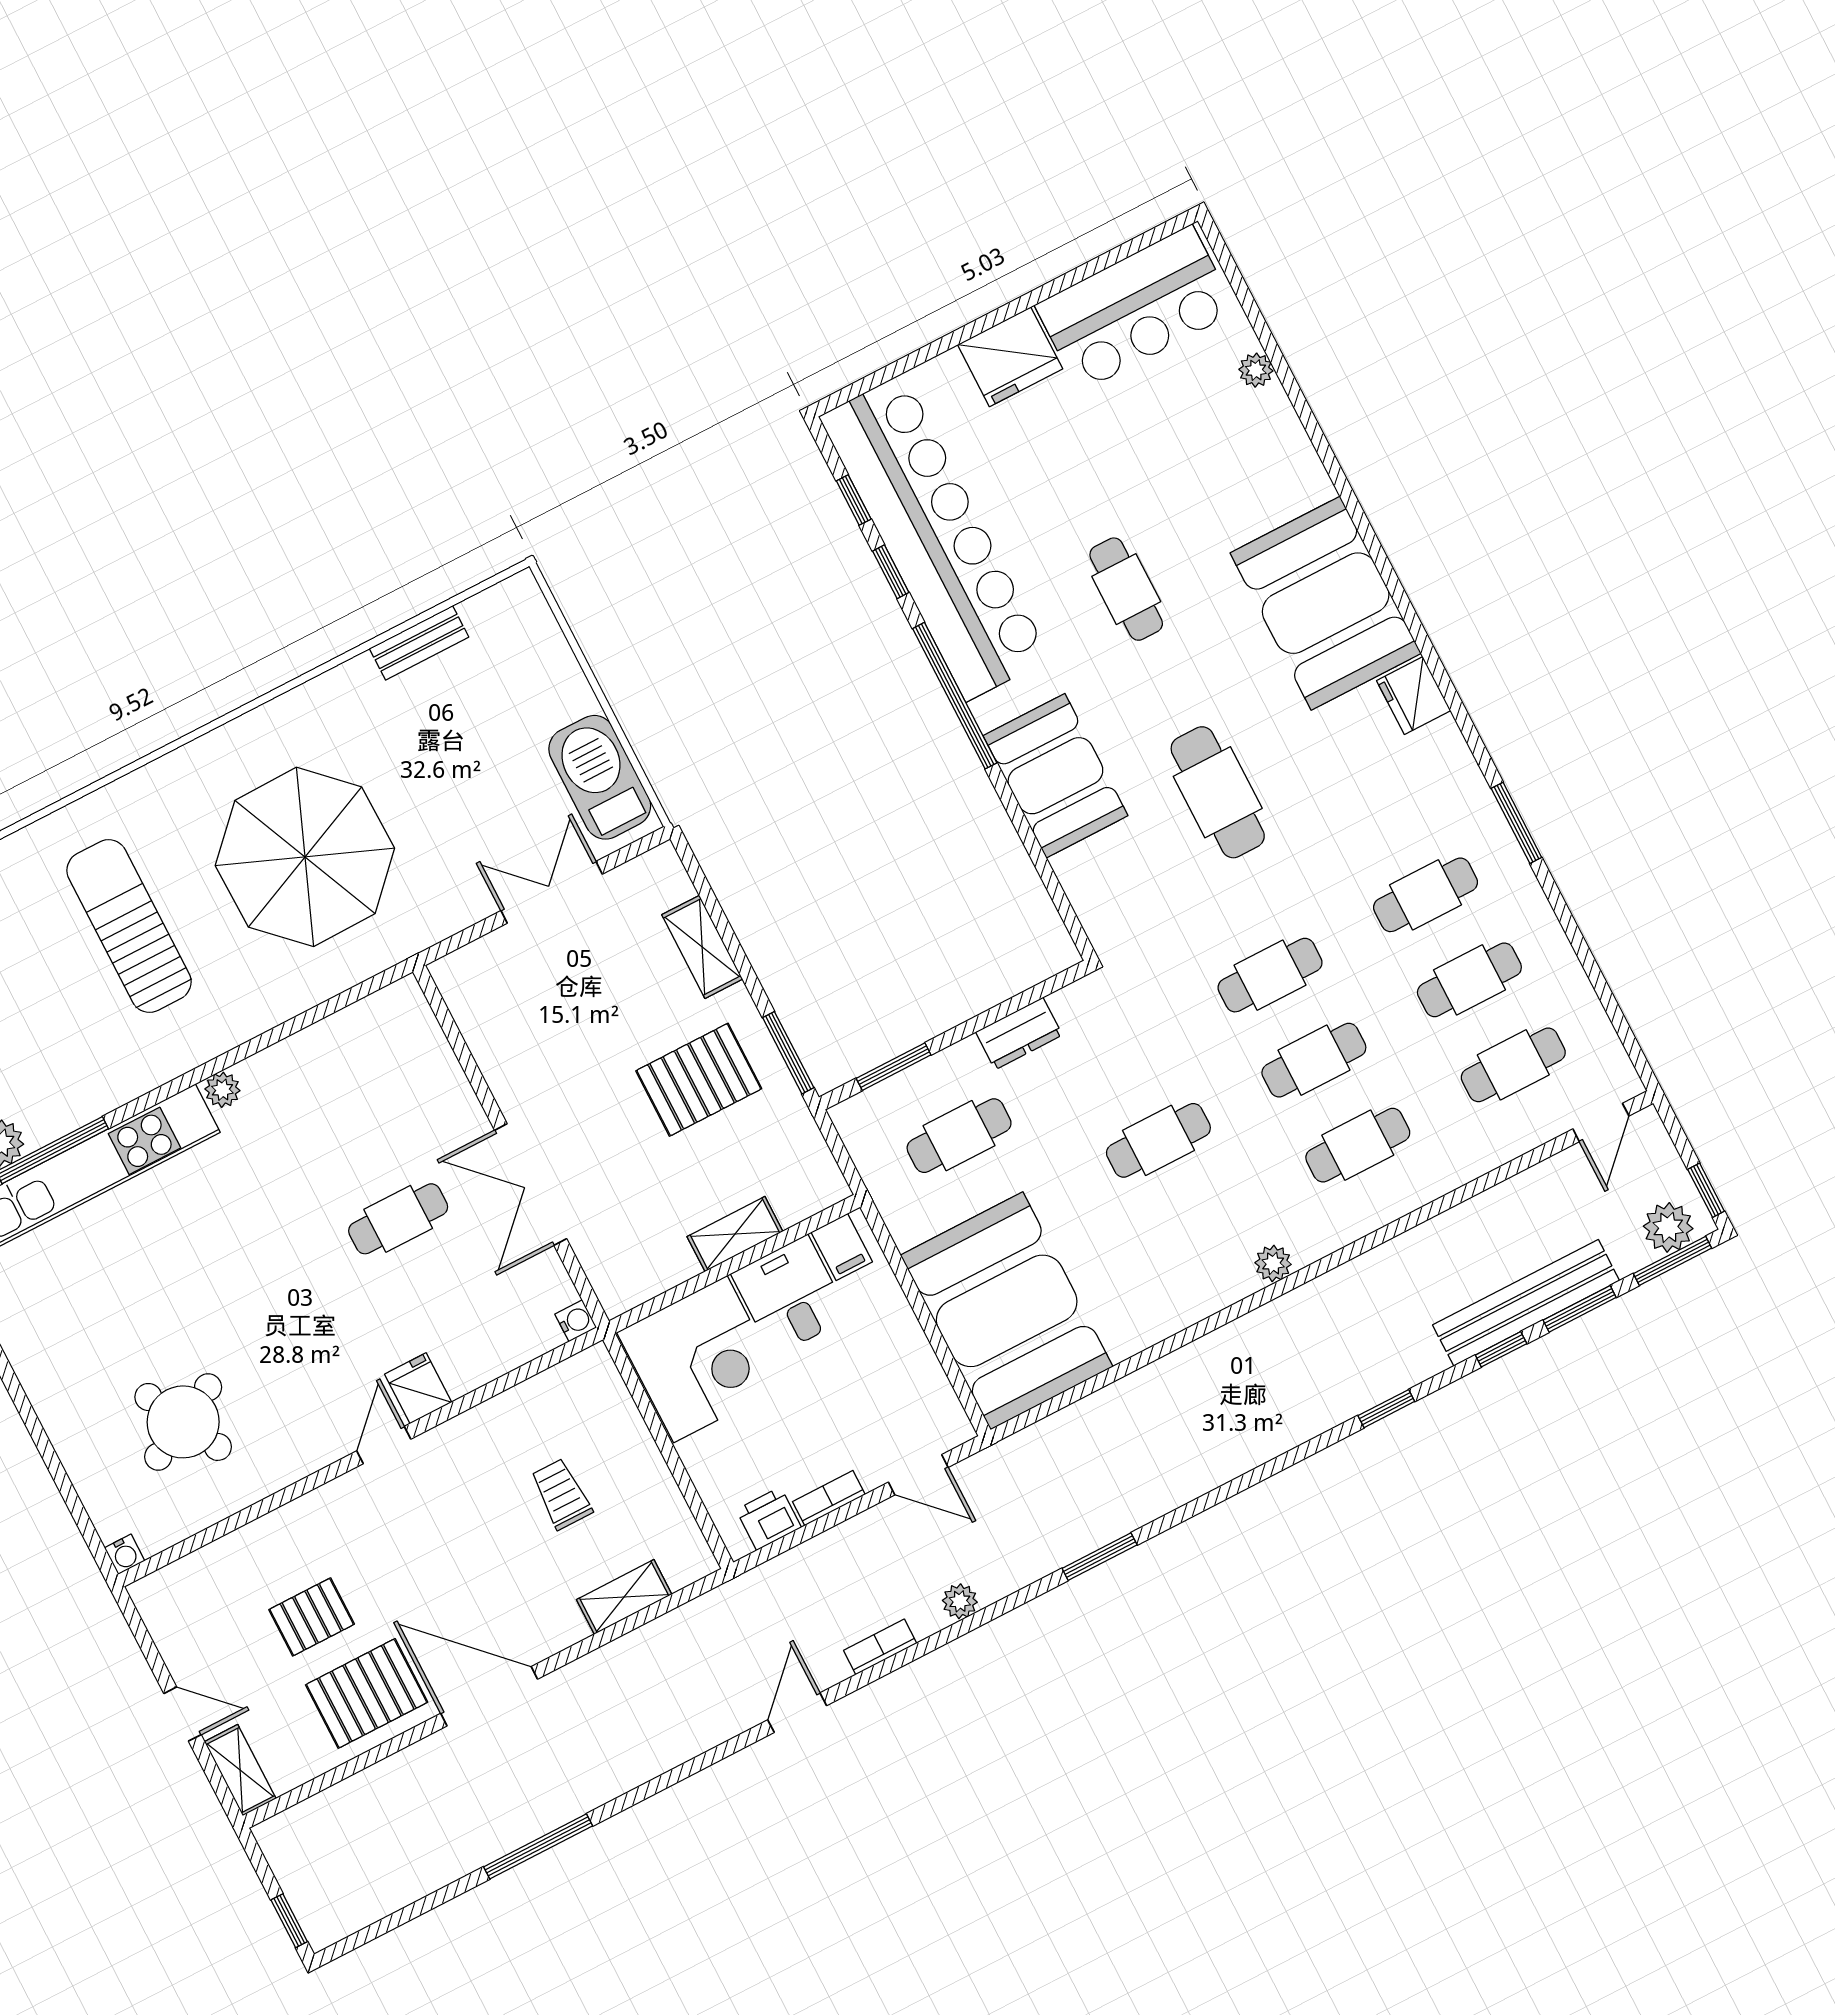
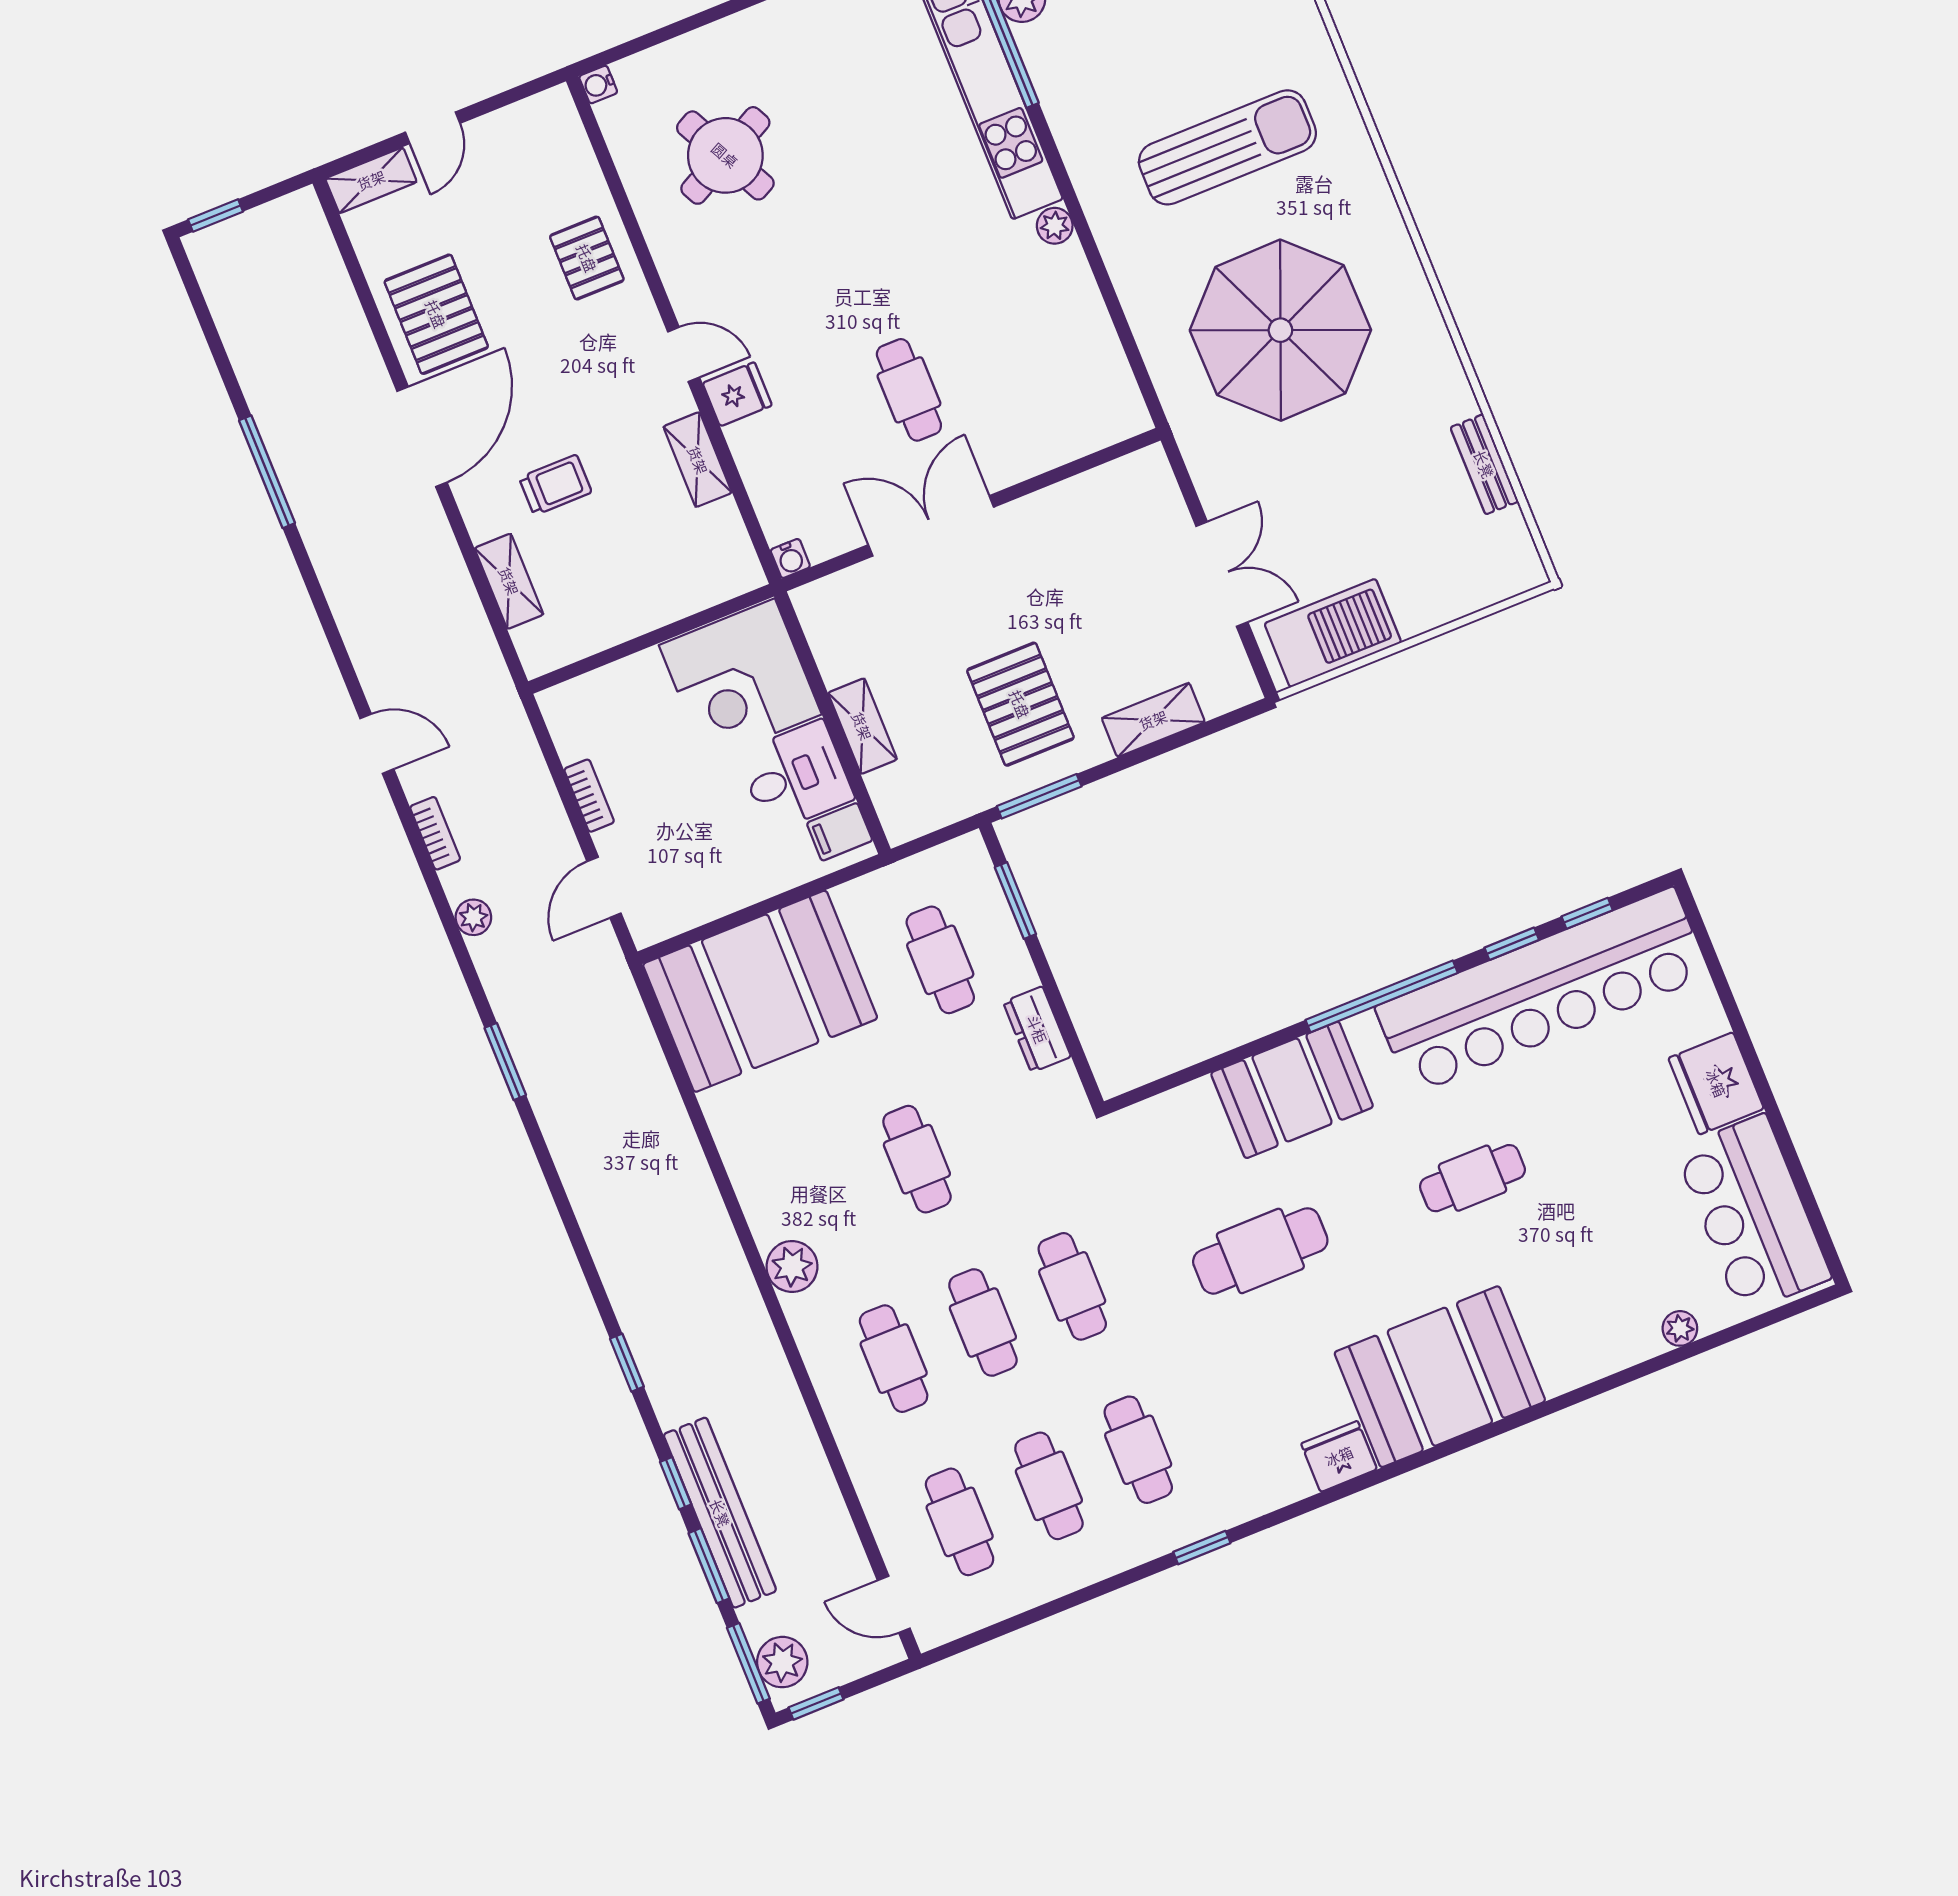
window: (1516, 823) -> (1202, 1548), width x0.67
plant: (1273, 1263) -> (792, 1267), width x1.38, depth x1.38
shelving: (486, 1422) -> (698, 460), added
trolley: (561, 1494) -> (555, 485), moved
printer: (769, 1519) -> (574, 733), removed
pallet: (312, 1617) -> (587, 258), moved

